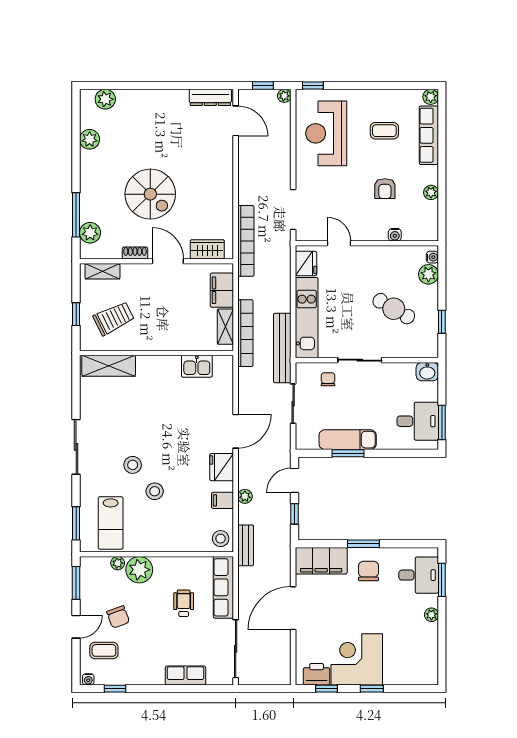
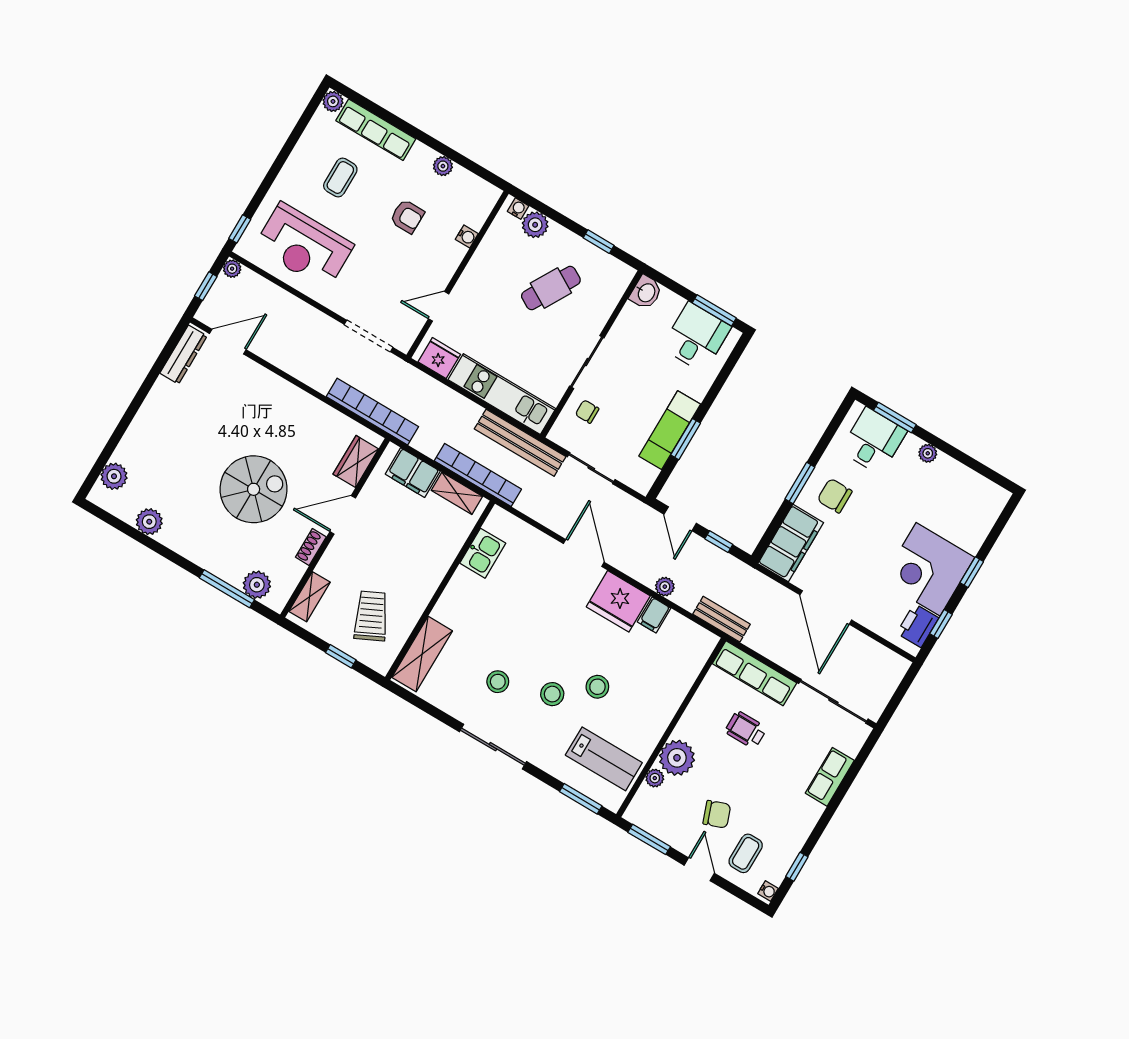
fridge: (222, 467) -> (618, 601), width x1.36, depth x1.34
stool: (221, 539) -> (498, 682), moved

